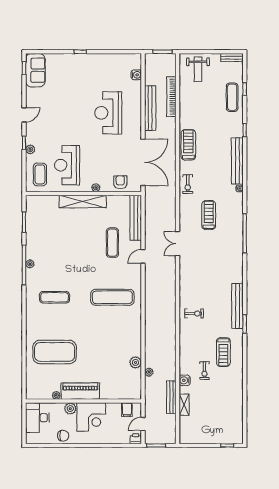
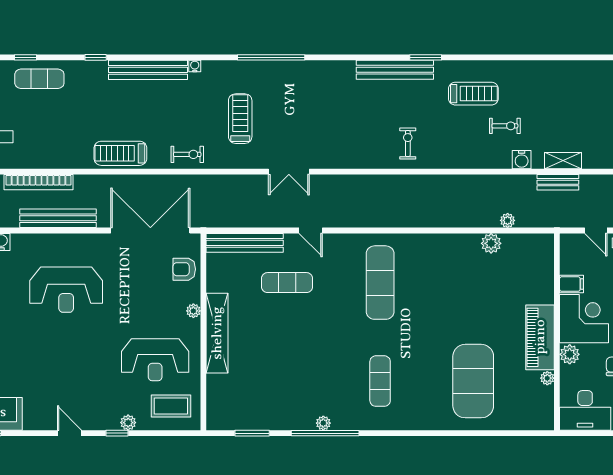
treadmill: (209, 215) -> (240, 119), turned 90
bench: (171, 397) -> (558, 182), width x0.73
filing cabinet: (127, 410) -> (572, 284), moved

